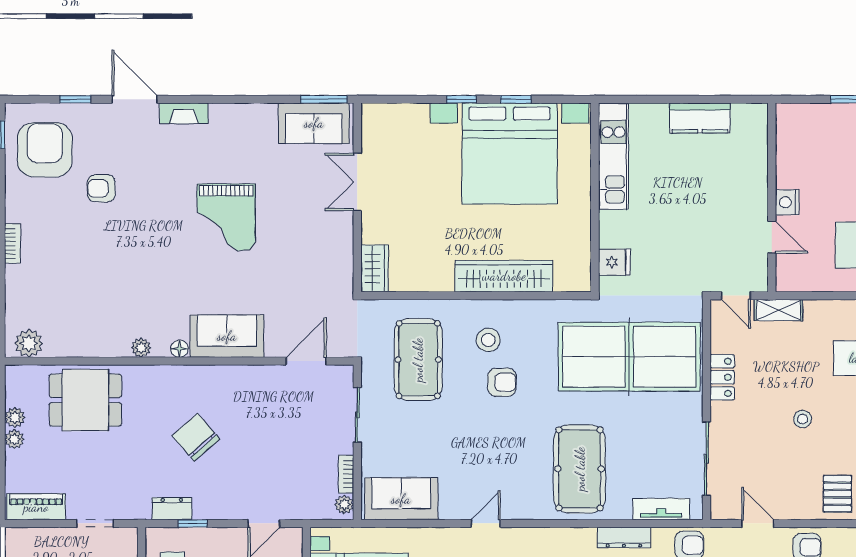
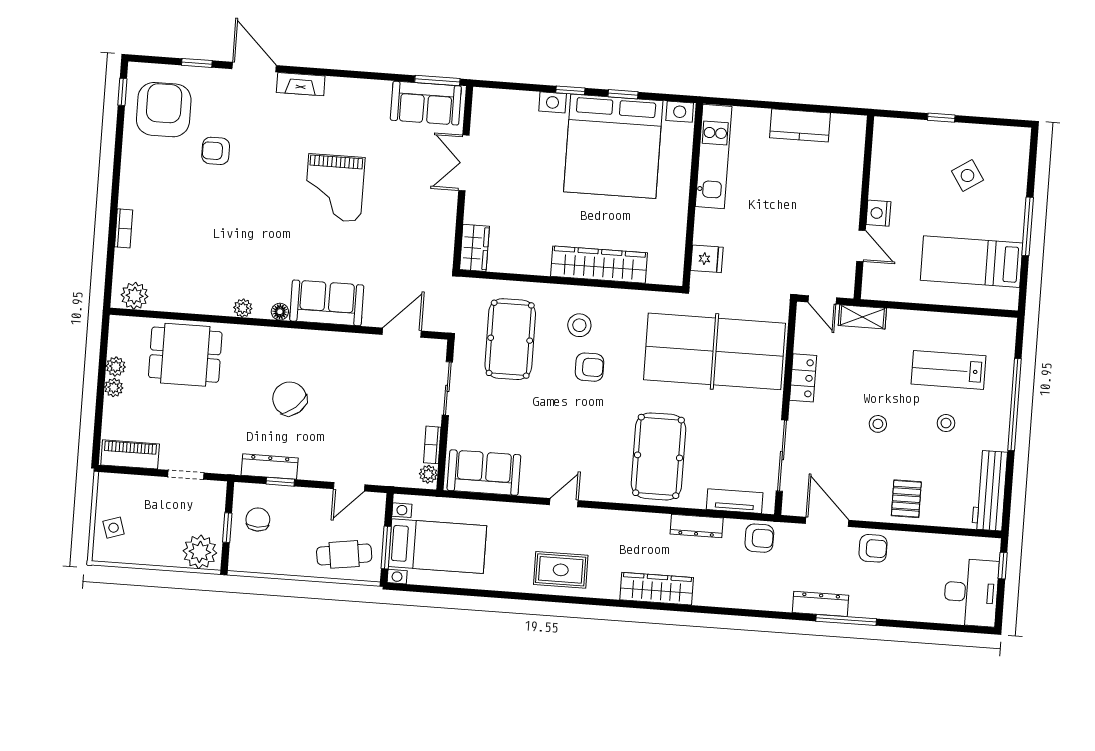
bookcase: (13, 243) -> (124, 228), moved
dresser: (172, 509) -> (270, 467), width x1.44
door: (758, 523) -> (827, 522), width x1.38

